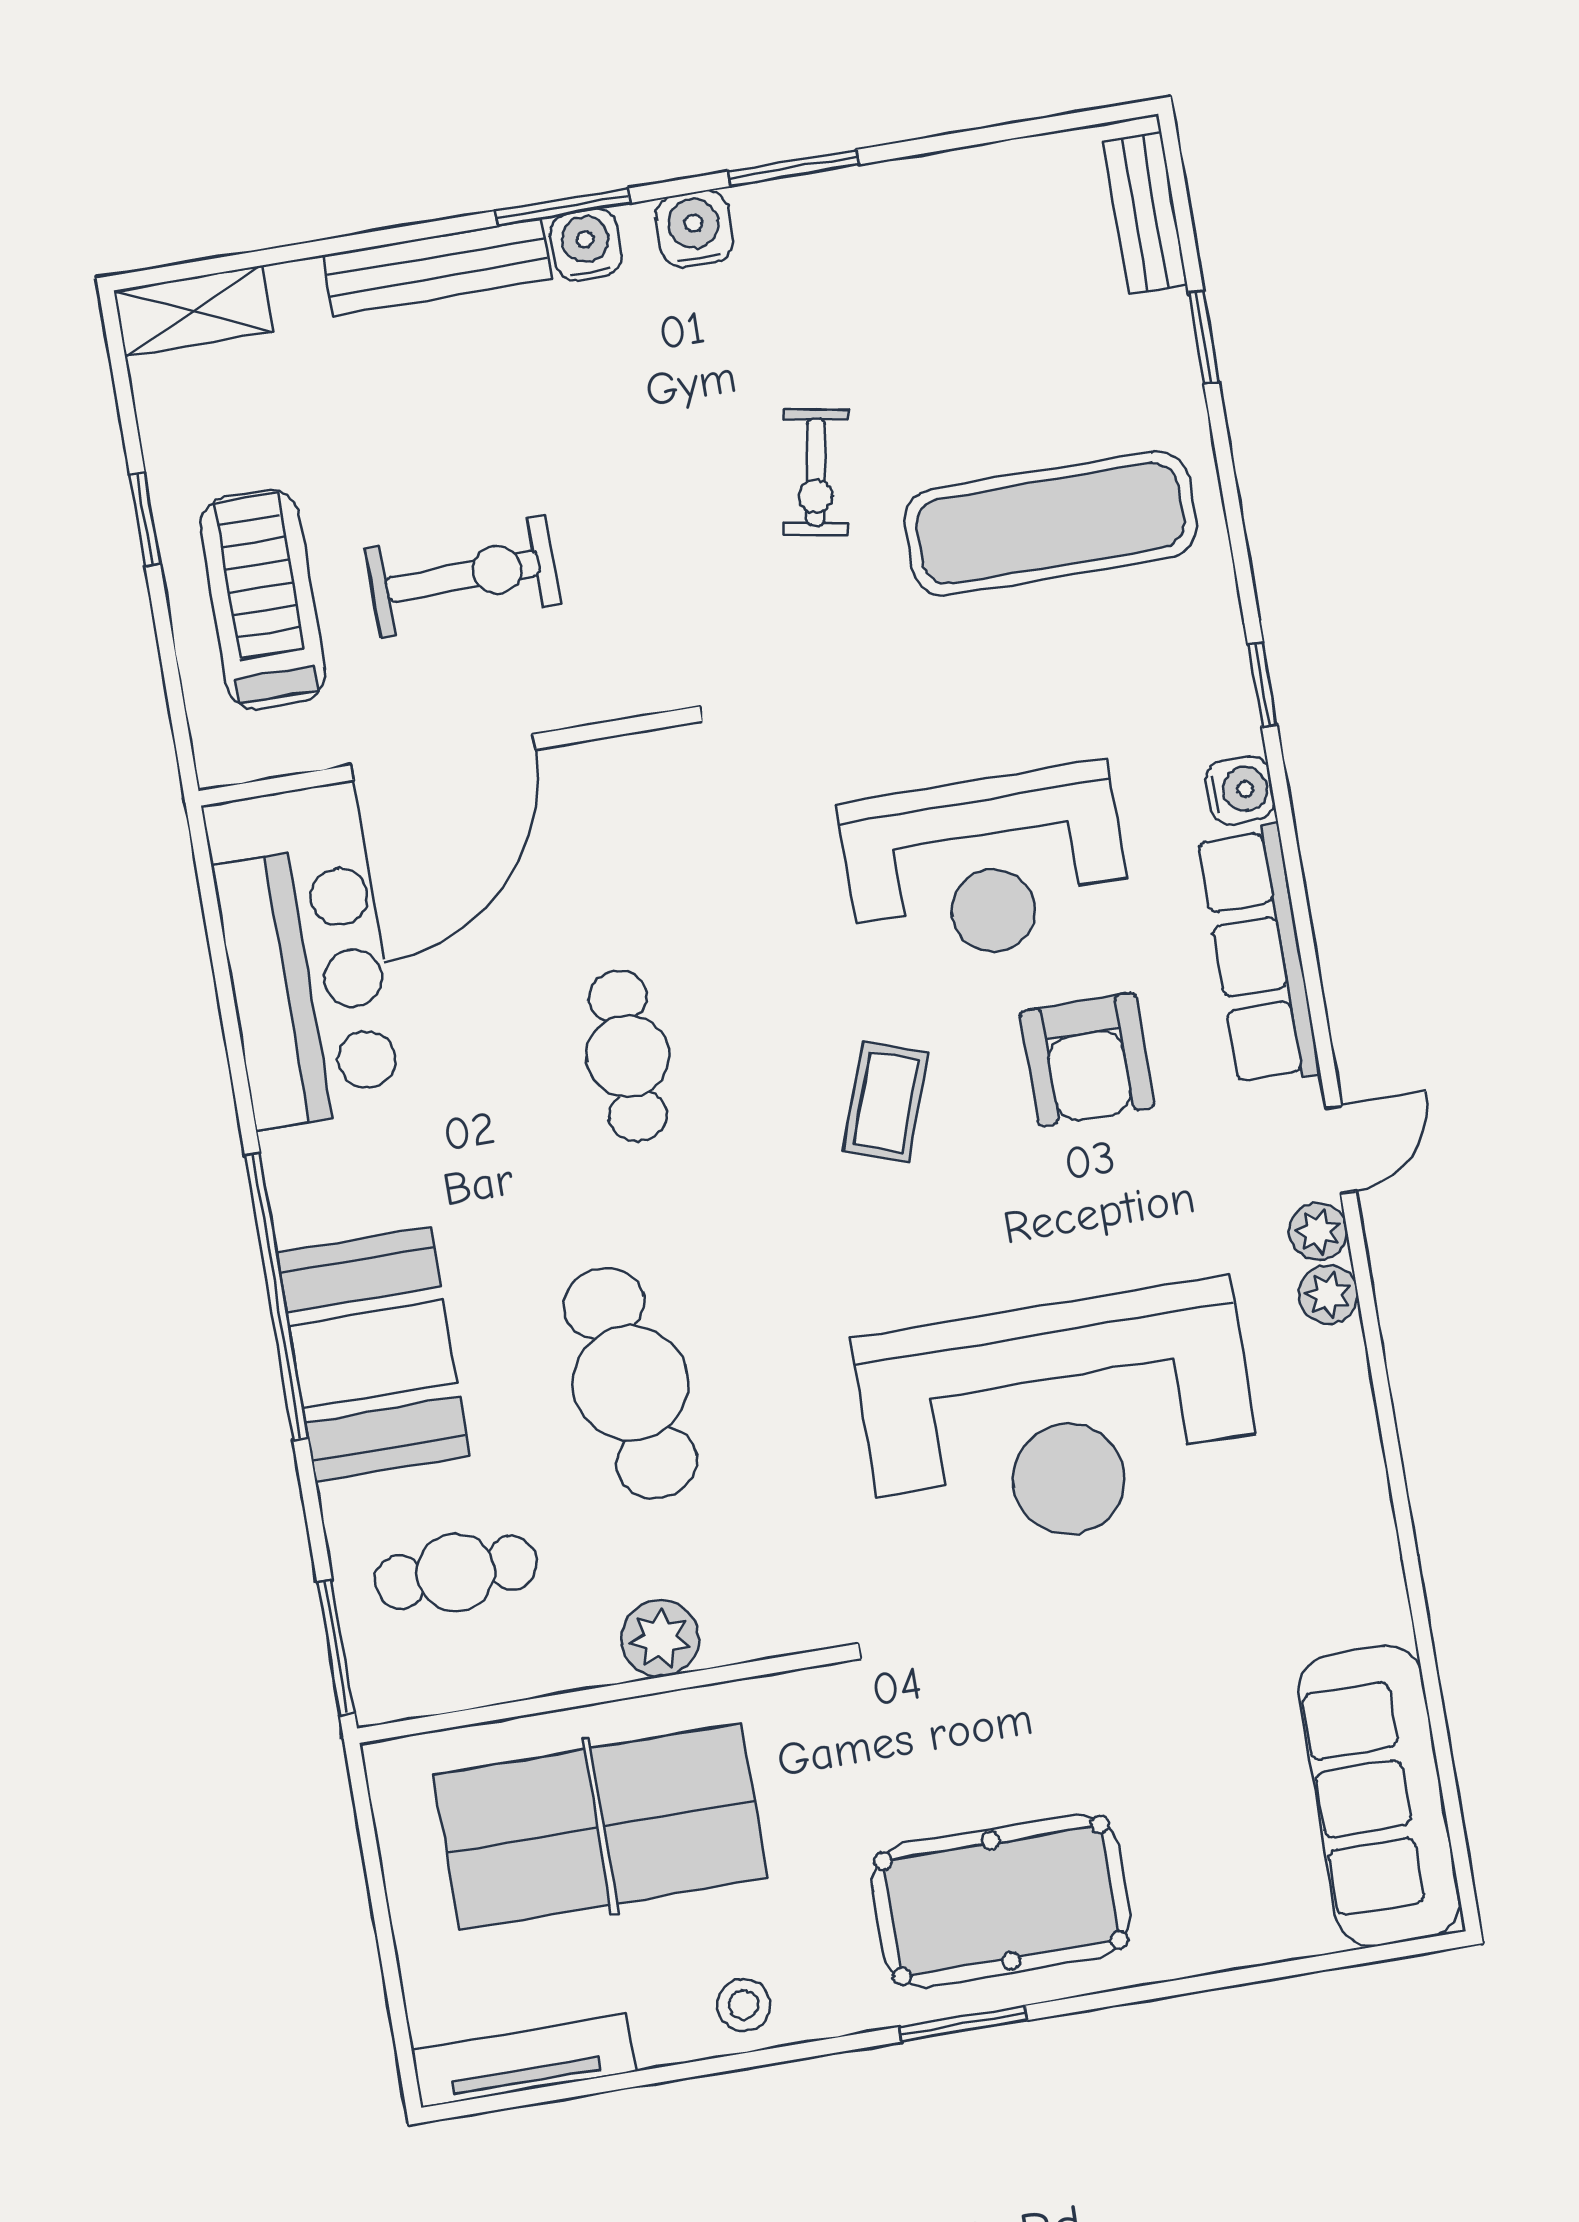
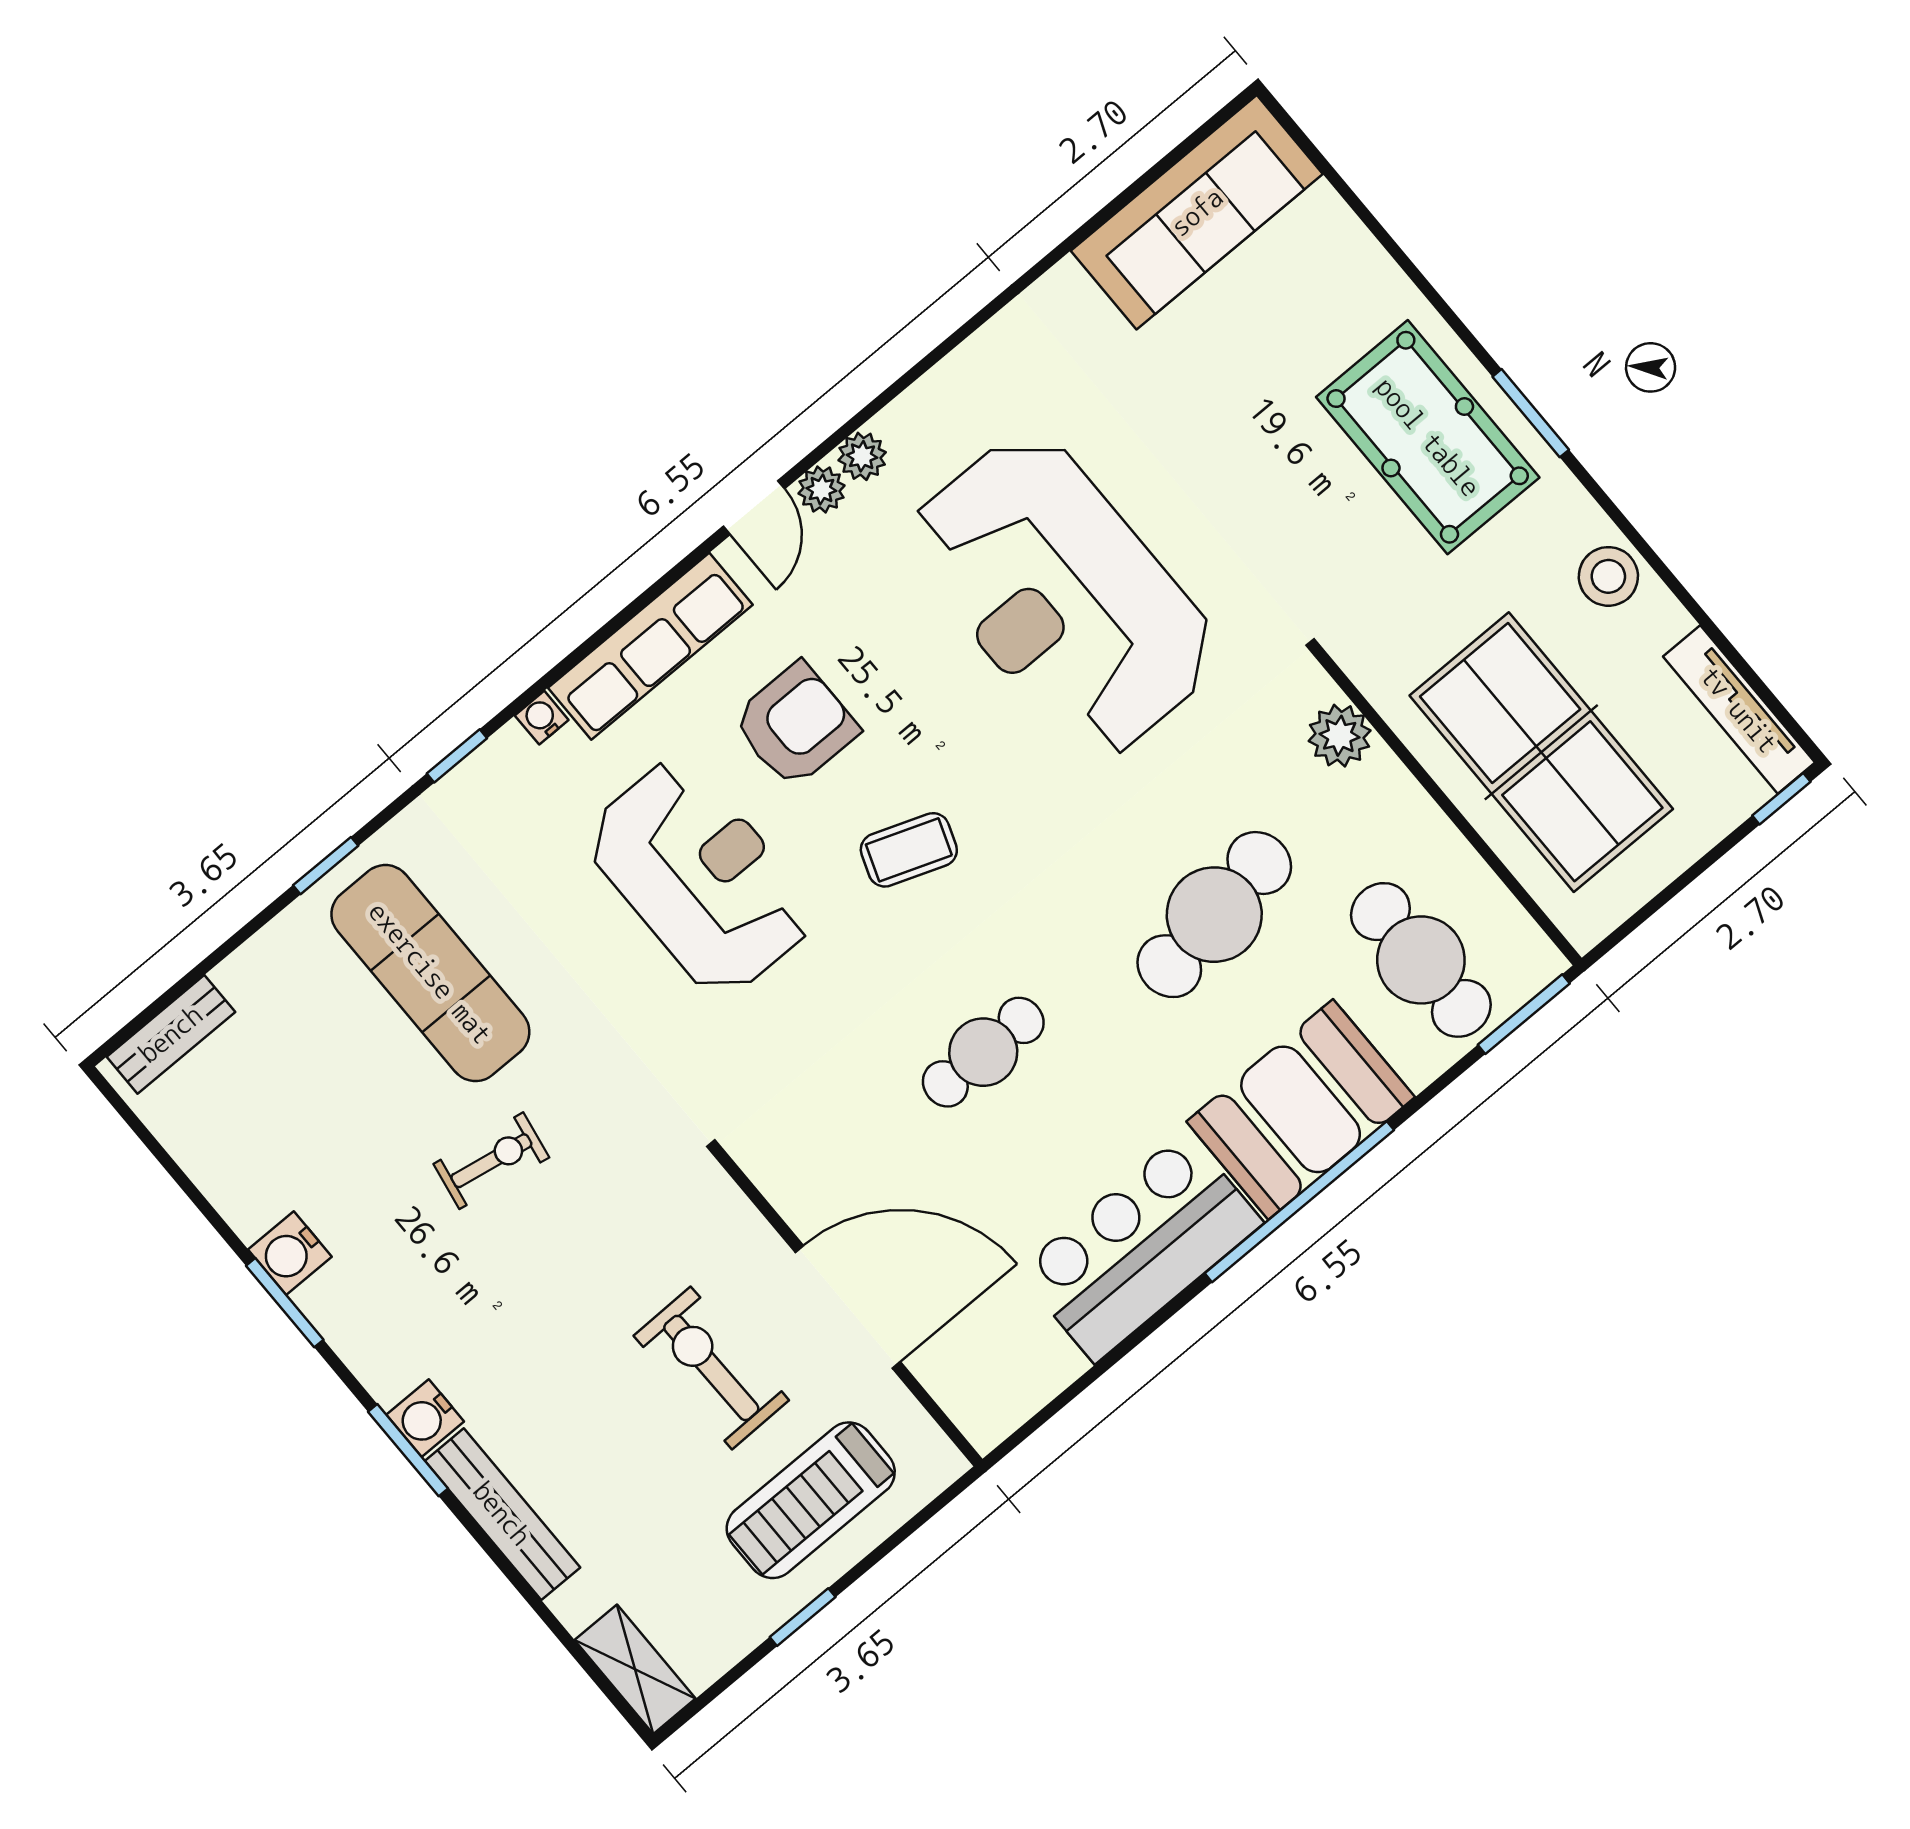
water cooler: (694, 229) -> (290, 1253), moved
window: (1204, 337) -> (326, 866), moved
water cooler: (1240, 790) -> (542, 718), width x0.72, depth x0.72
bar counter: (307, 986) -> (1140, 1247), moved
door: (1341, 1149) -> (754, 508), swing flipped
reception desk: (1059, 1420) -> (1063, 596), turned 180
cafe table: (456, 1572) -> (1421, 960), width x1.37, depth x1.35
plant: (660, 1639) -> (1340, 736), moved
stool: (744, 2005) -> (1608, 576), width x1.37, depth x1.37
window: (404, 2050) -> (1781, 799), added

